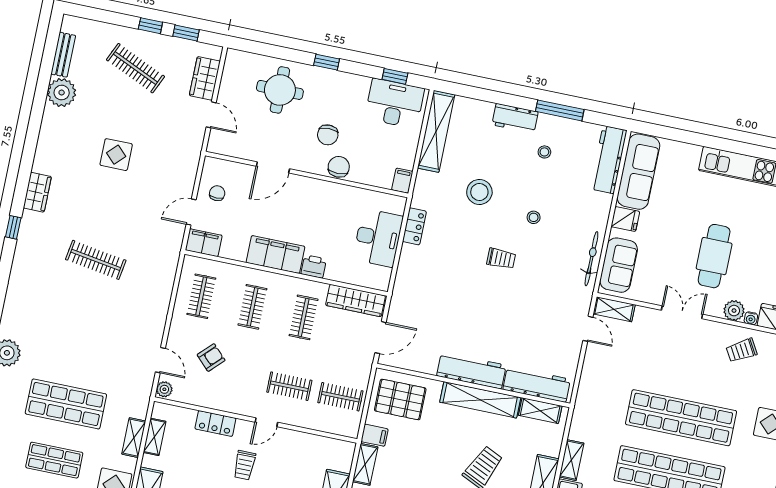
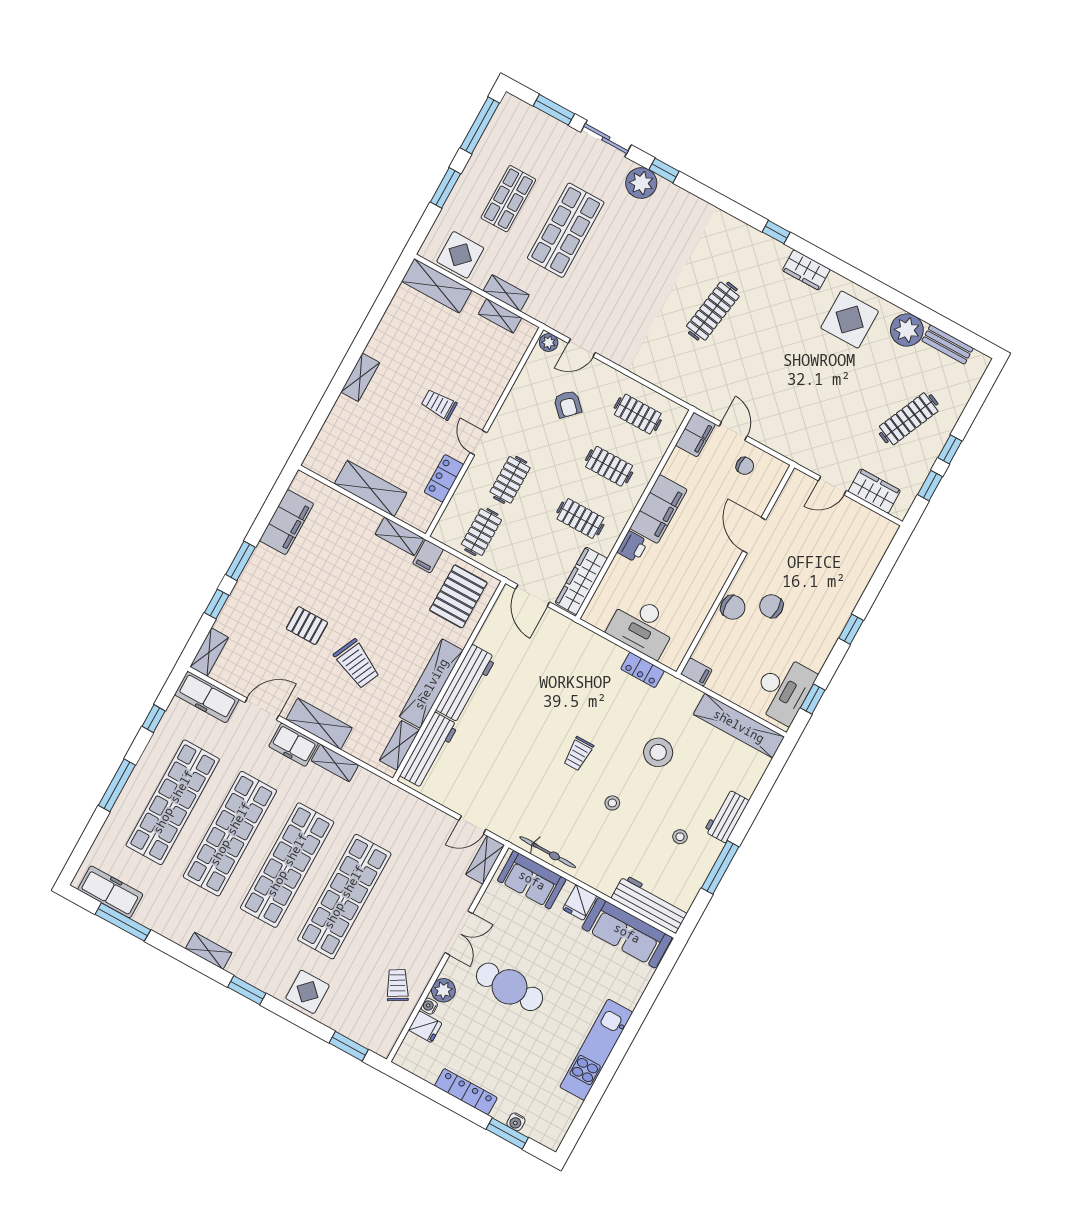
round table: (280, 90) -> (836, 569), removed
display table: (116, 155) -> (850, 320), moved, width x1.36, depth x1.36
locker: (215, 423) -> (444, 478), moved

